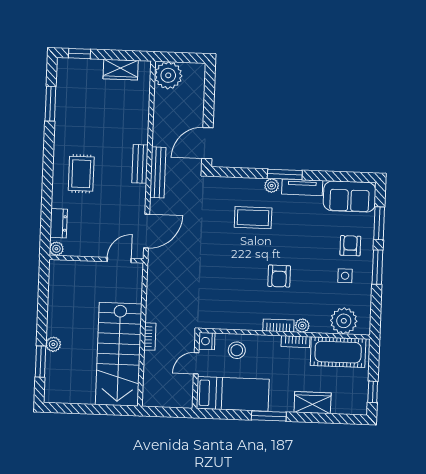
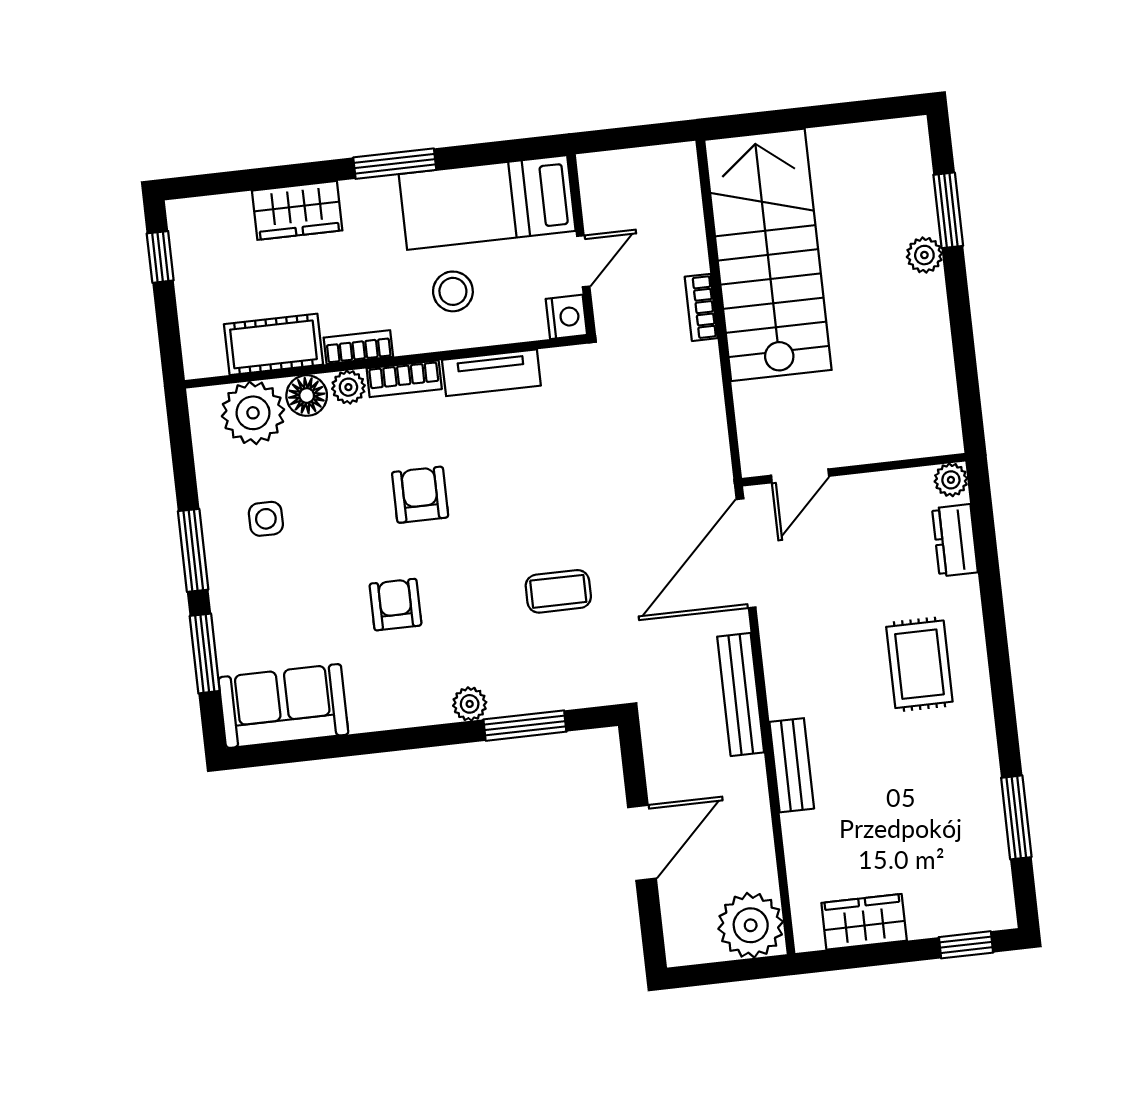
door: (207, 143) -> (642, 843), moved
bench: (140, 164) -> (792, 765), moved
window: (285, 174) -> (525, 726), moved
tv unit: (302, 187) -> (491, 373), moved, turned 180
coffee table: (253, 218) -> (558, 591), moved, width x0.73, depth x0.77
door: (147, 231) -> (746, 553), width x1.36
armchair: (350, 246) -> (395, 605), moved, turned 180
floor lamp: (320, 325) -> (307, 396), added
stool: (237, 350) -> (453, 291), moved
cot: (338, 352) -> (273, 344), width x0.73, depth x0.75

